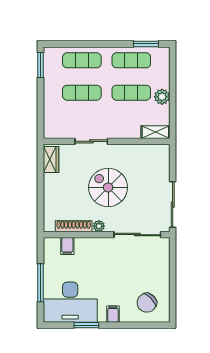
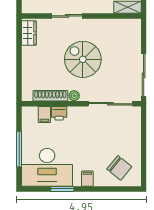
printer: (83, 245) -> (59, 113), added
chair: (147, 303) -> (119, 168), turned -97

